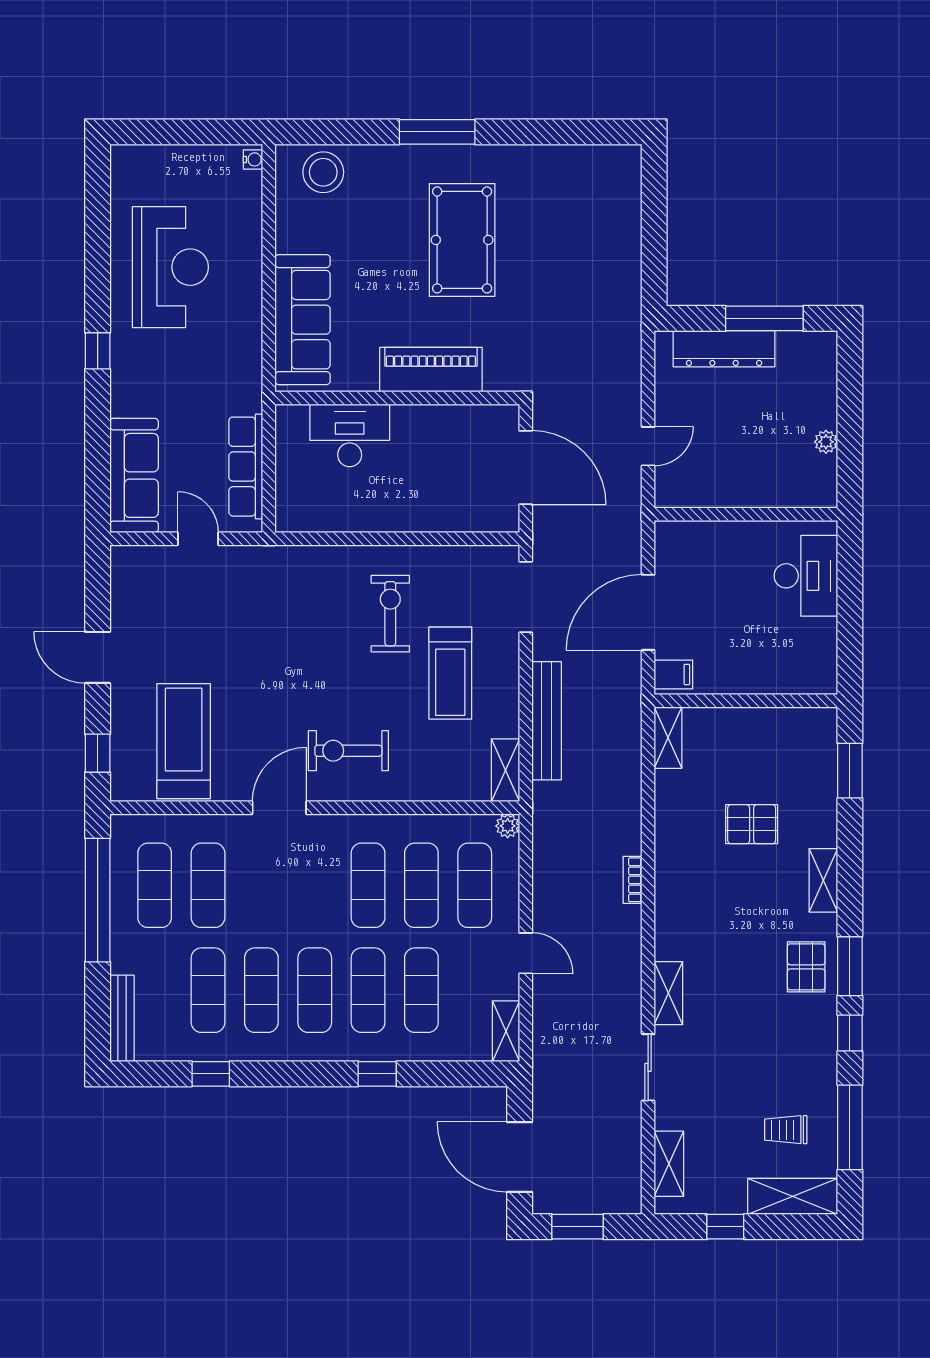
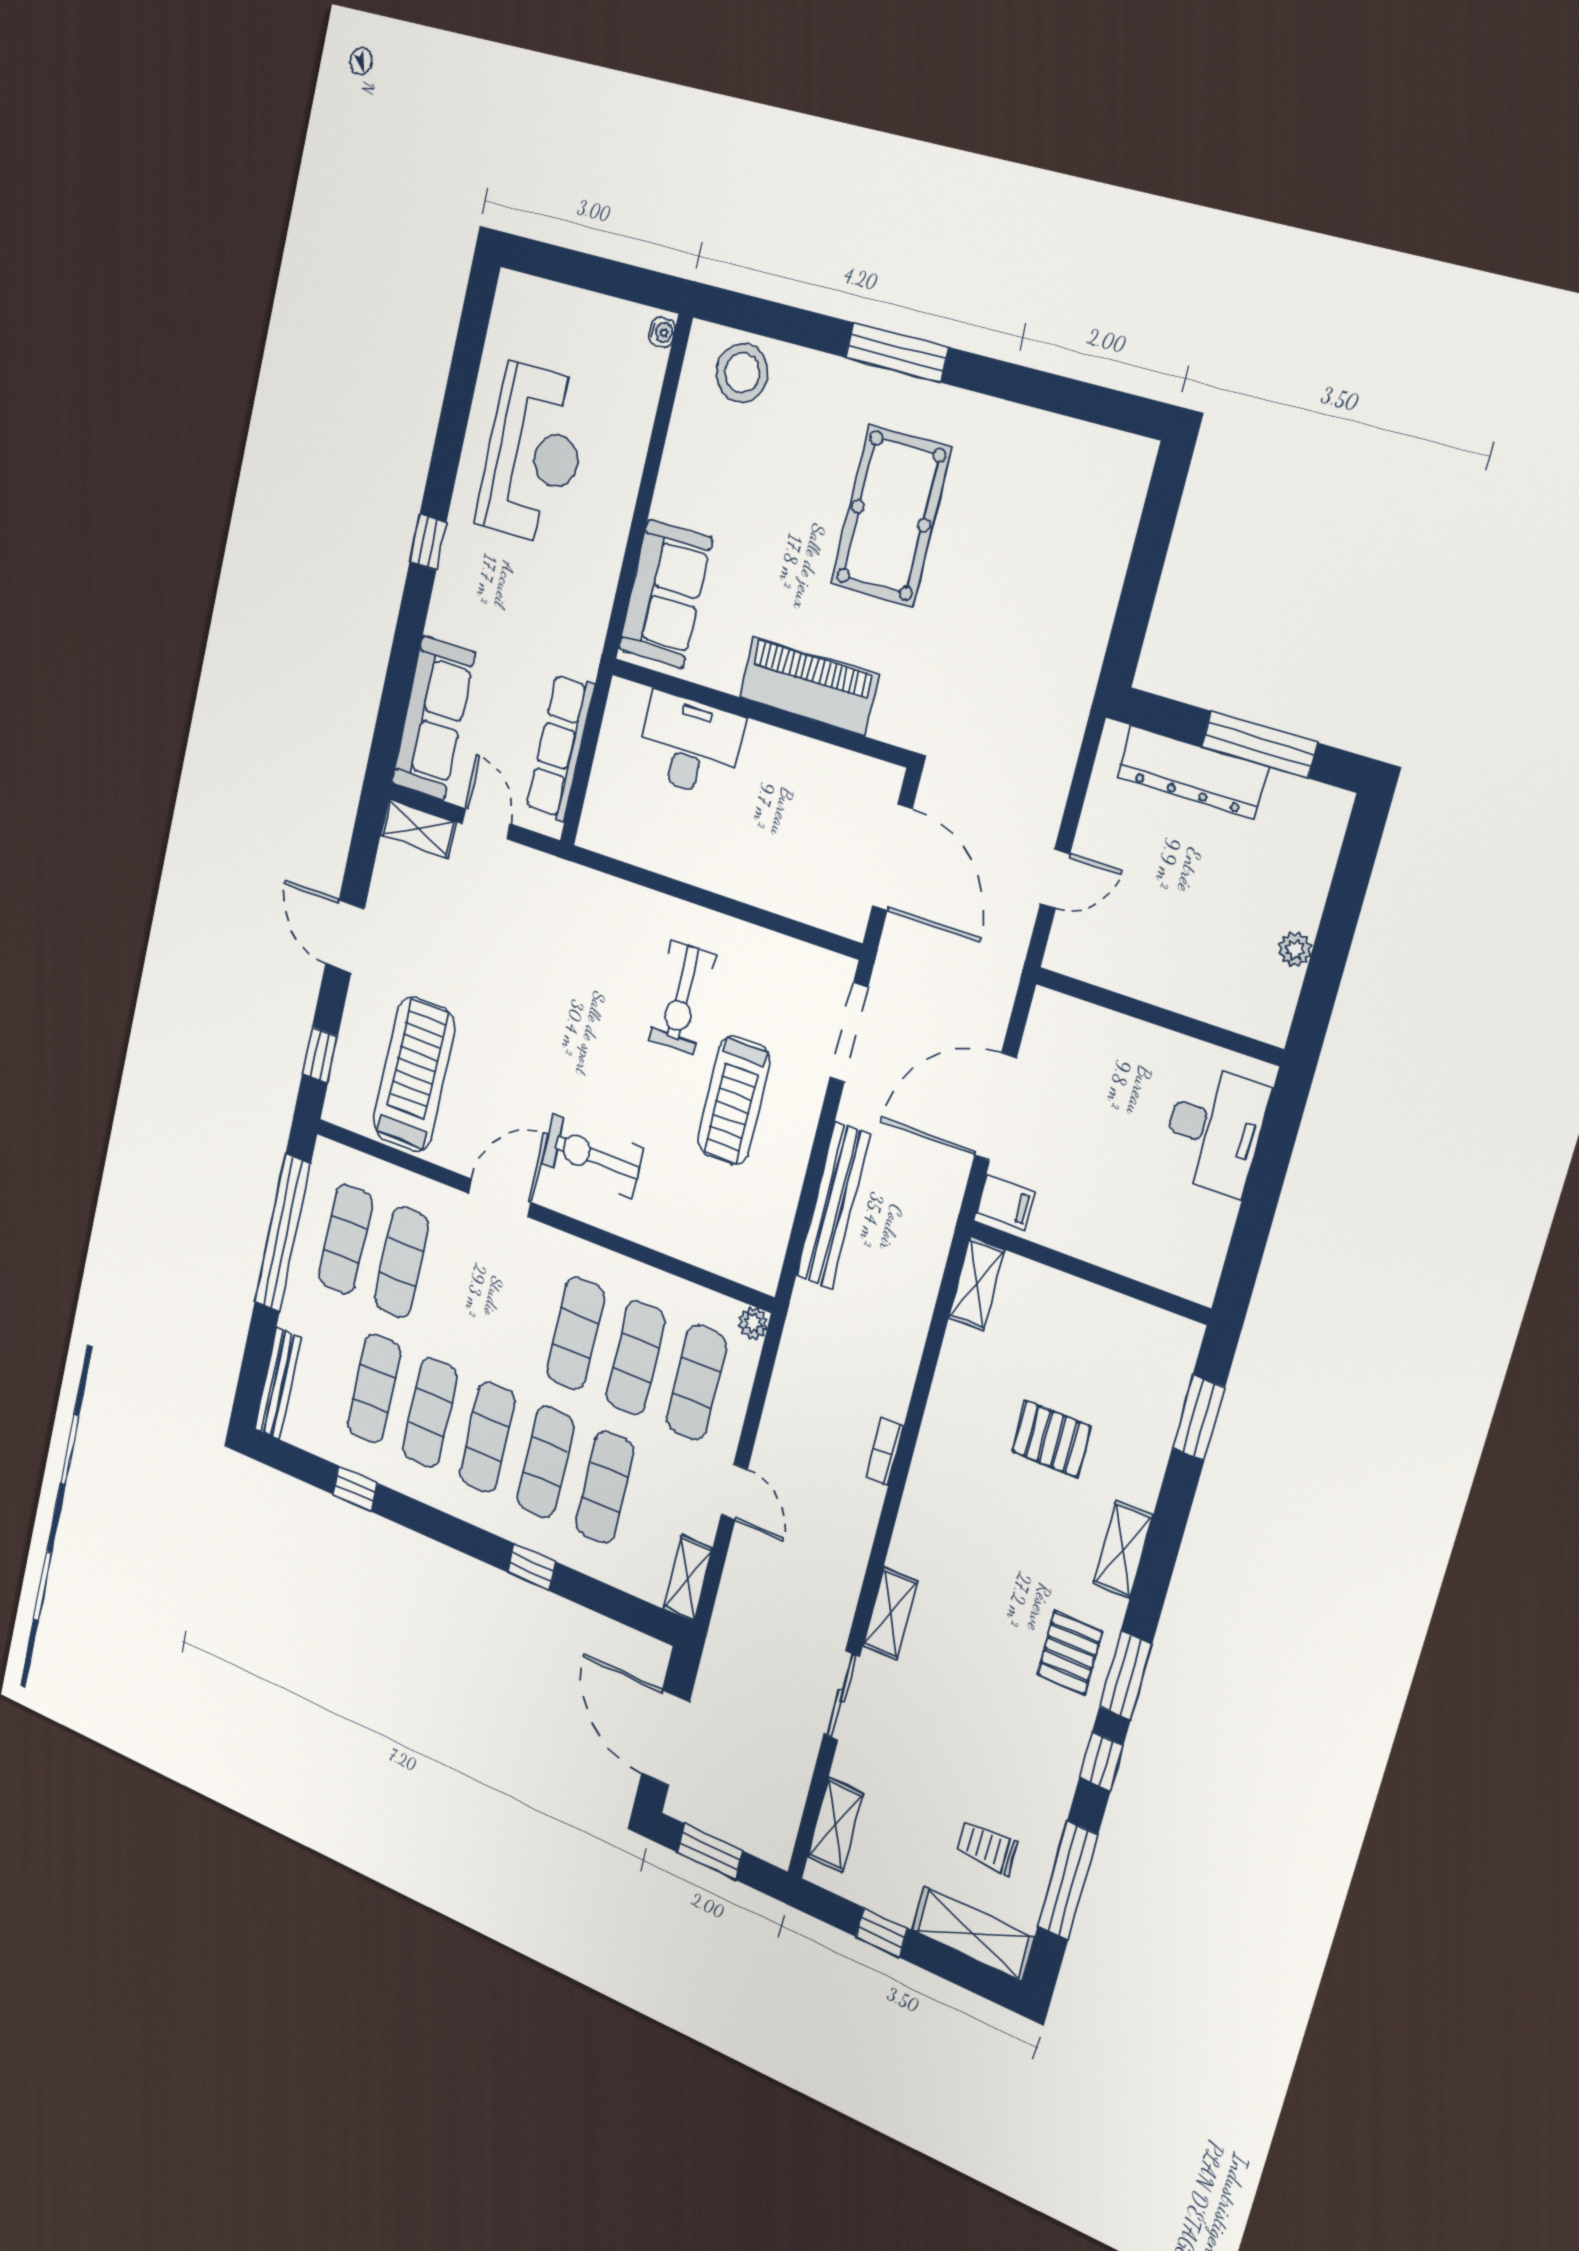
sofa: (303, 320) -> (665, 594), width x0.73
exercise bike: (390, 614) -> (682, 997), turned 180
shelving: (505, 770) -> (418, 828), moved, turned 90

